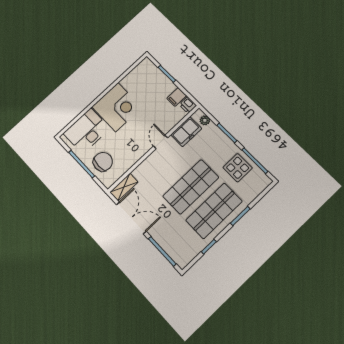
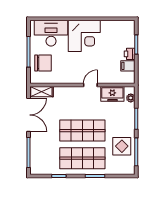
printer: (188, 105) -> (130, 54), moved

